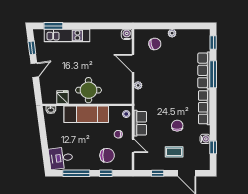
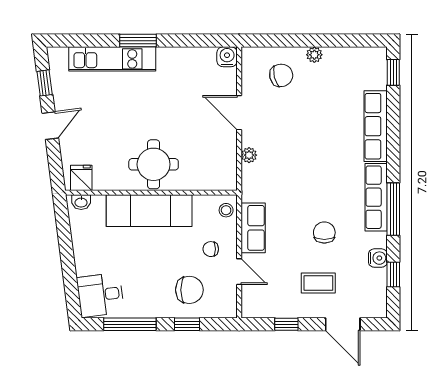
window: (53, 26) -> (138, 41), moved
window: (213, 74) -> (393, 209), moved
fridge: (63, 97) -> (81, 178), moved

